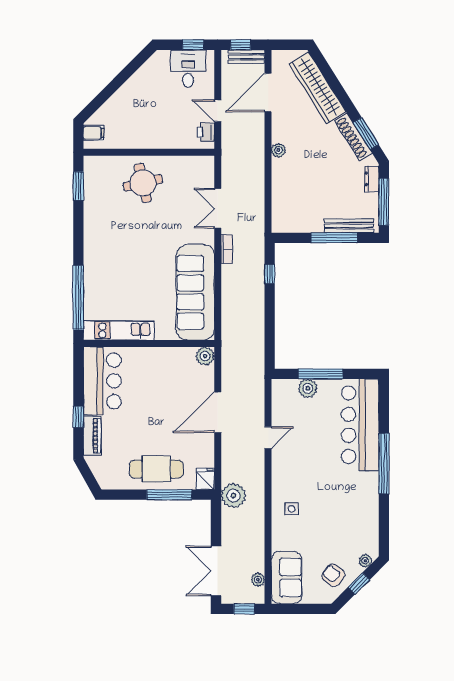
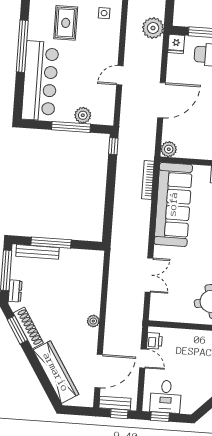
bookcase: (227, 249) -> (148, 180), moved, width x1.56
window: (270, 274) -> (113, 146), moved
rug: (335, 494) -> (66, 23), added

